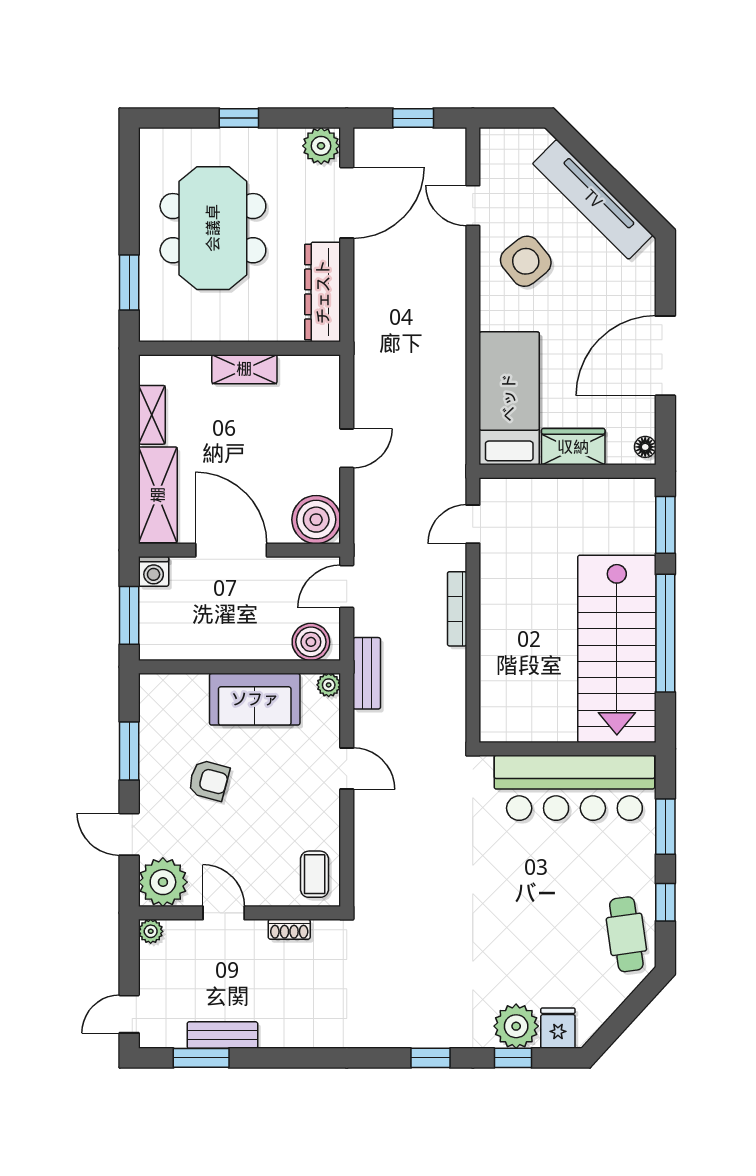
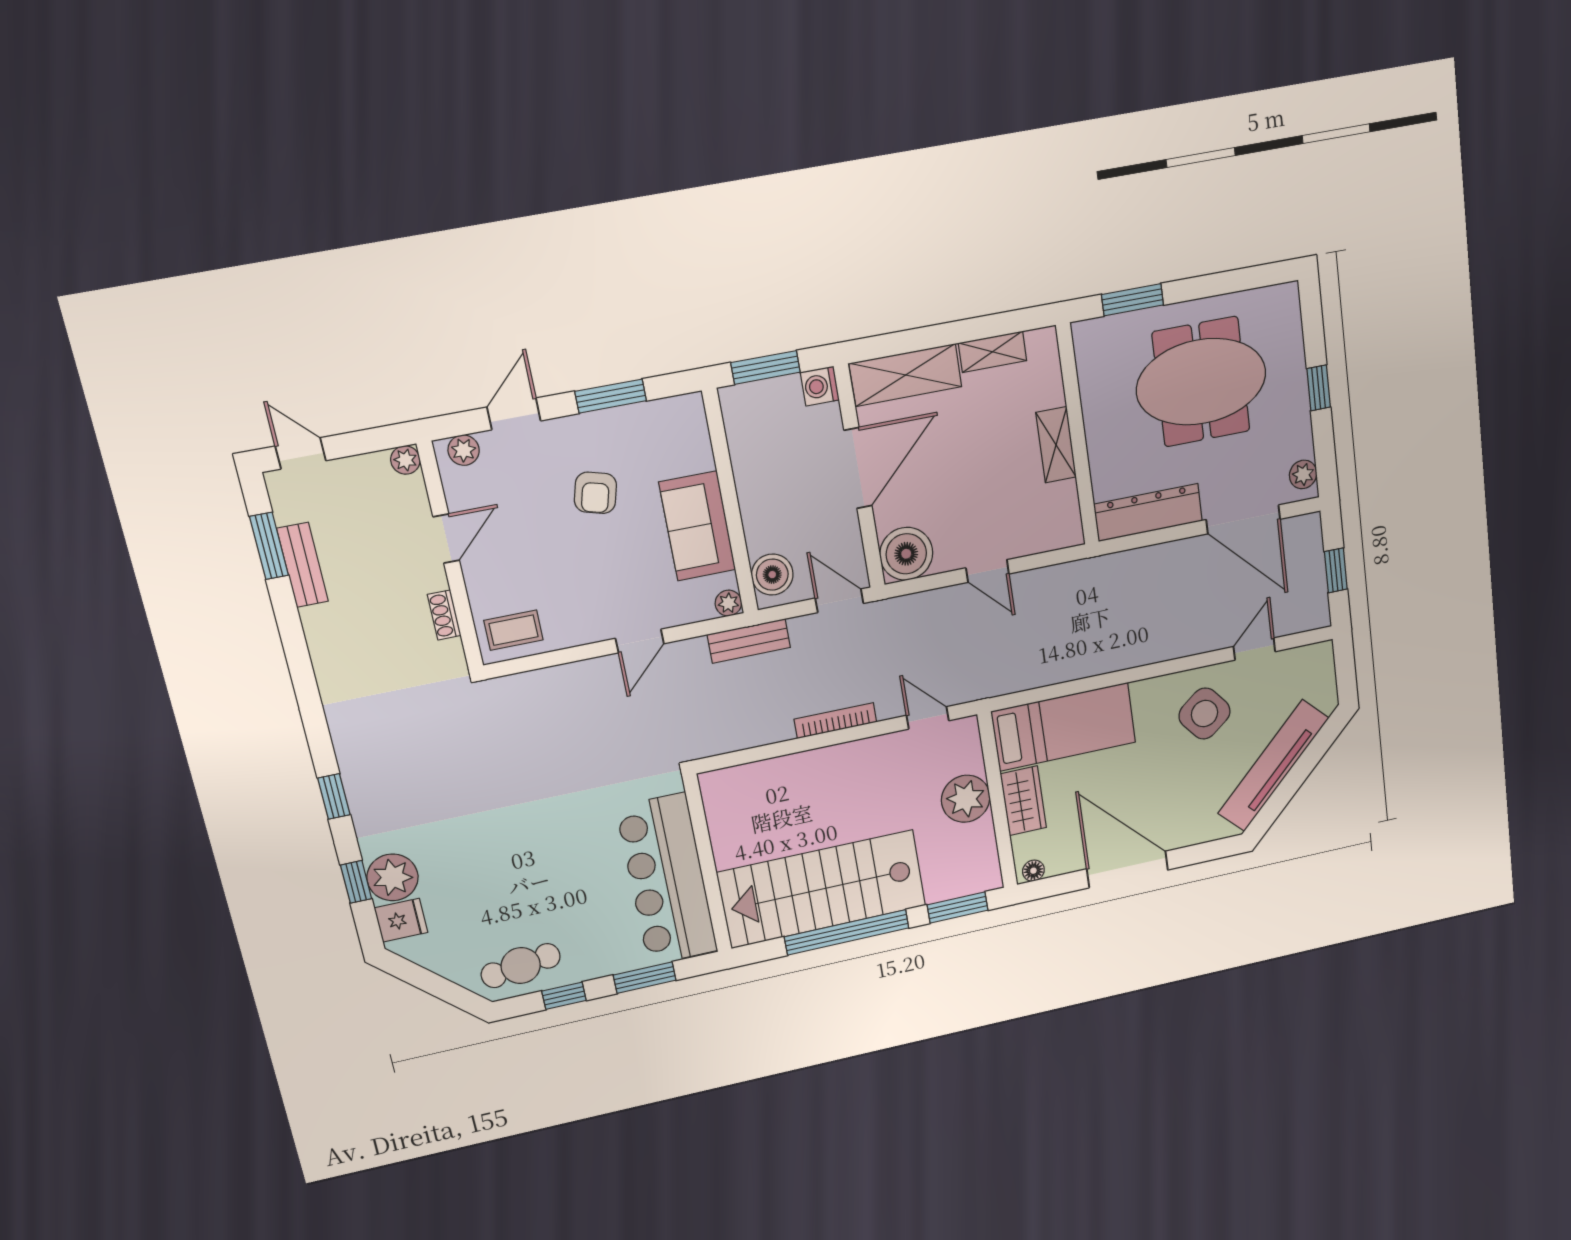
plant: (321, 146) -> (1303, 474), width x0.73, depth x0.73
plant: (559, 501) -> (966, 799), added
plant: (163, 882) -> (464, 450), width x0.53, depth x0.53

